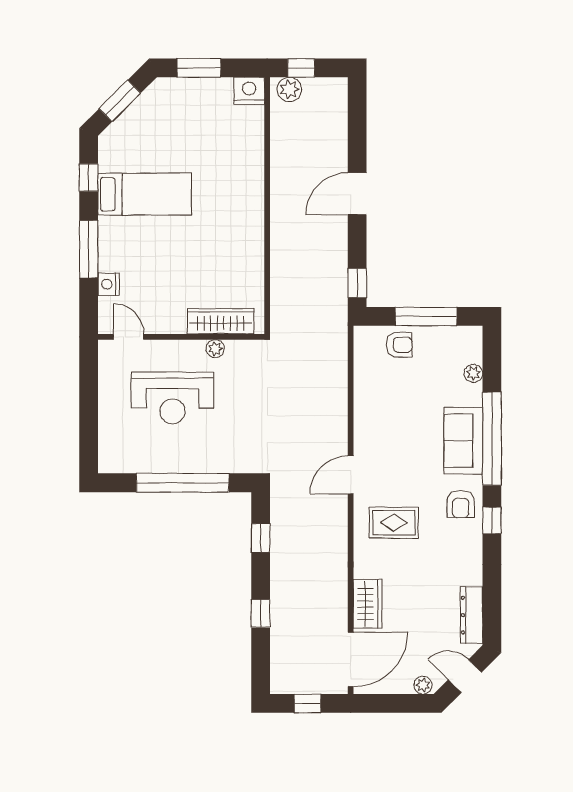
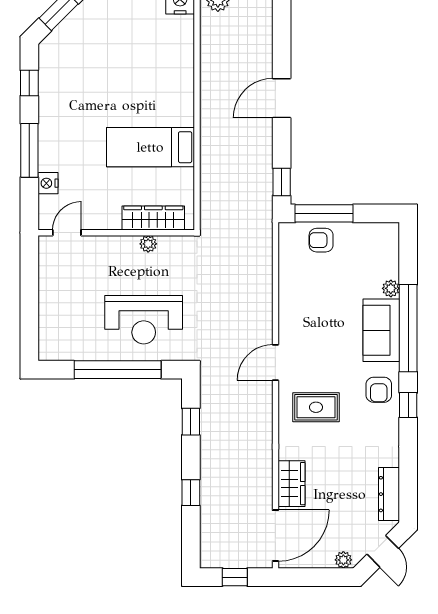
bed: (145, 194) -> (150, 147), moved, turned 180
window: (426, 316) -> (324, 213), moved
door: (129, 337) -> (67, 233), hinge flipped
armchair: (399, 345) -> (321, 240), turned 180
plant: (473, 373) -> (391, 288), moved
reception desk: (172, 398) -> (144, 320), moved
door: (465, 676) -> (383, 551), swing flipped

